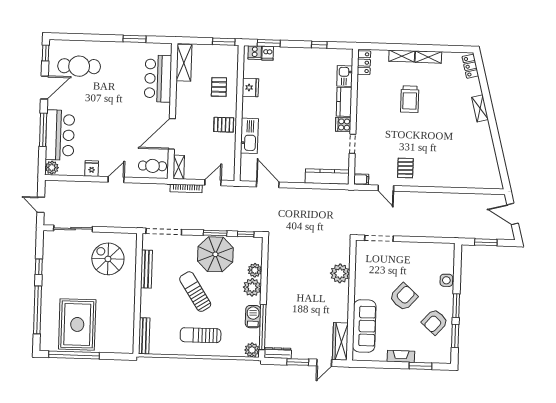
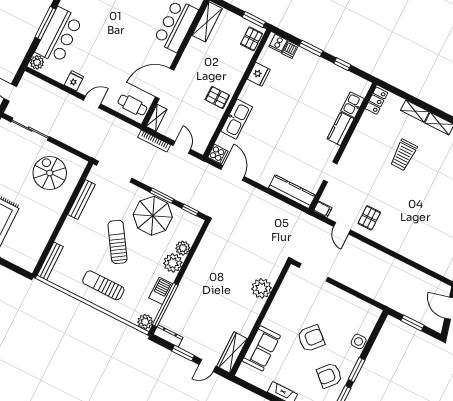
window: (269, 43) -> (311, 48), moved
pallet: (219, 87) -> (252, 39), moved
cooker: (343, 124) -> (218, 154), moved, turned 180
door: (213, 183) -> (182, 147), hinge flipped
sofa: (364, 326) -> (261, 348), width x0.73

